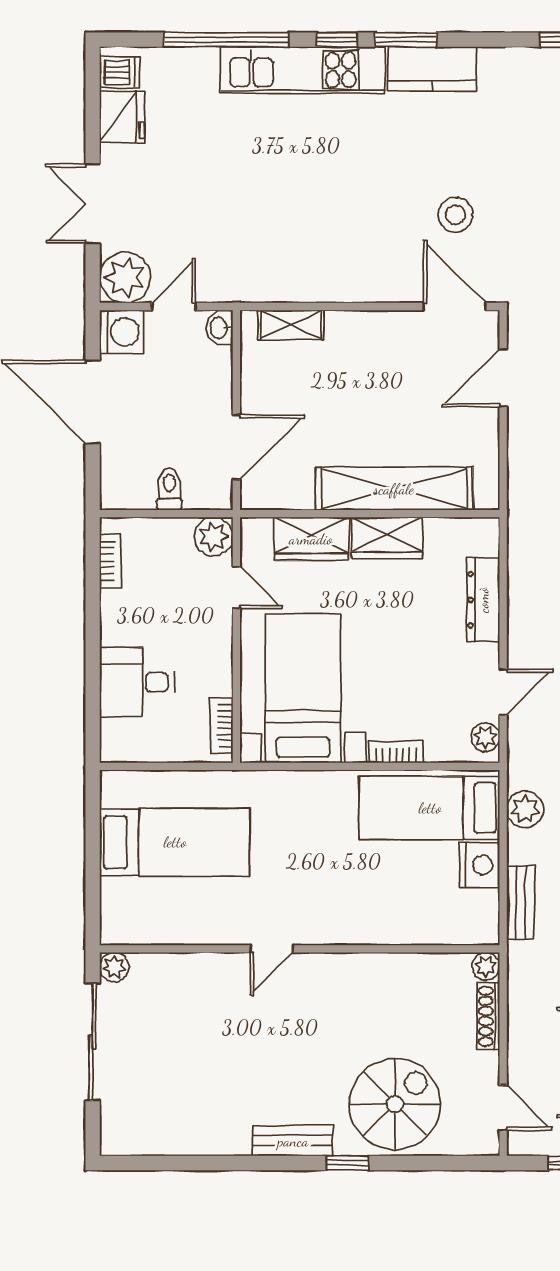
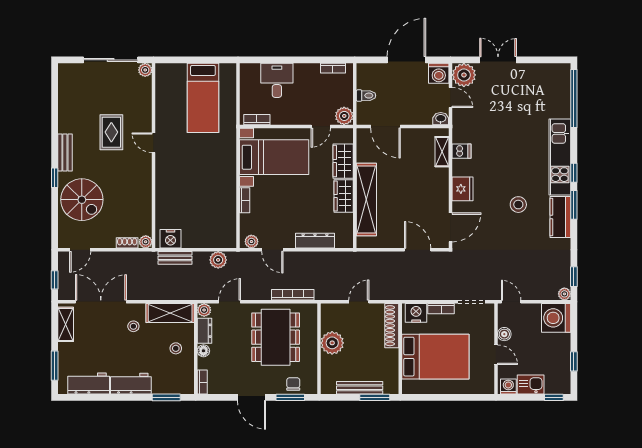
window: (226, 40) -> (574, 99), moved
dishwasher: (120, 72) -> (461, 151), moved, turned -90
fridge: (122, 117) -> (463, 189), moved, turned -90
stool: (456, 215) -> (518, 205), moved
bed: (430, 808) -> (219, 216), removed
nightstand: (479, 865) -> (170, 239), moved
shoe rack: (488, 1016) -> (127, 243), width x0.70
rug: (249, 1040) -> (111, 132), added

